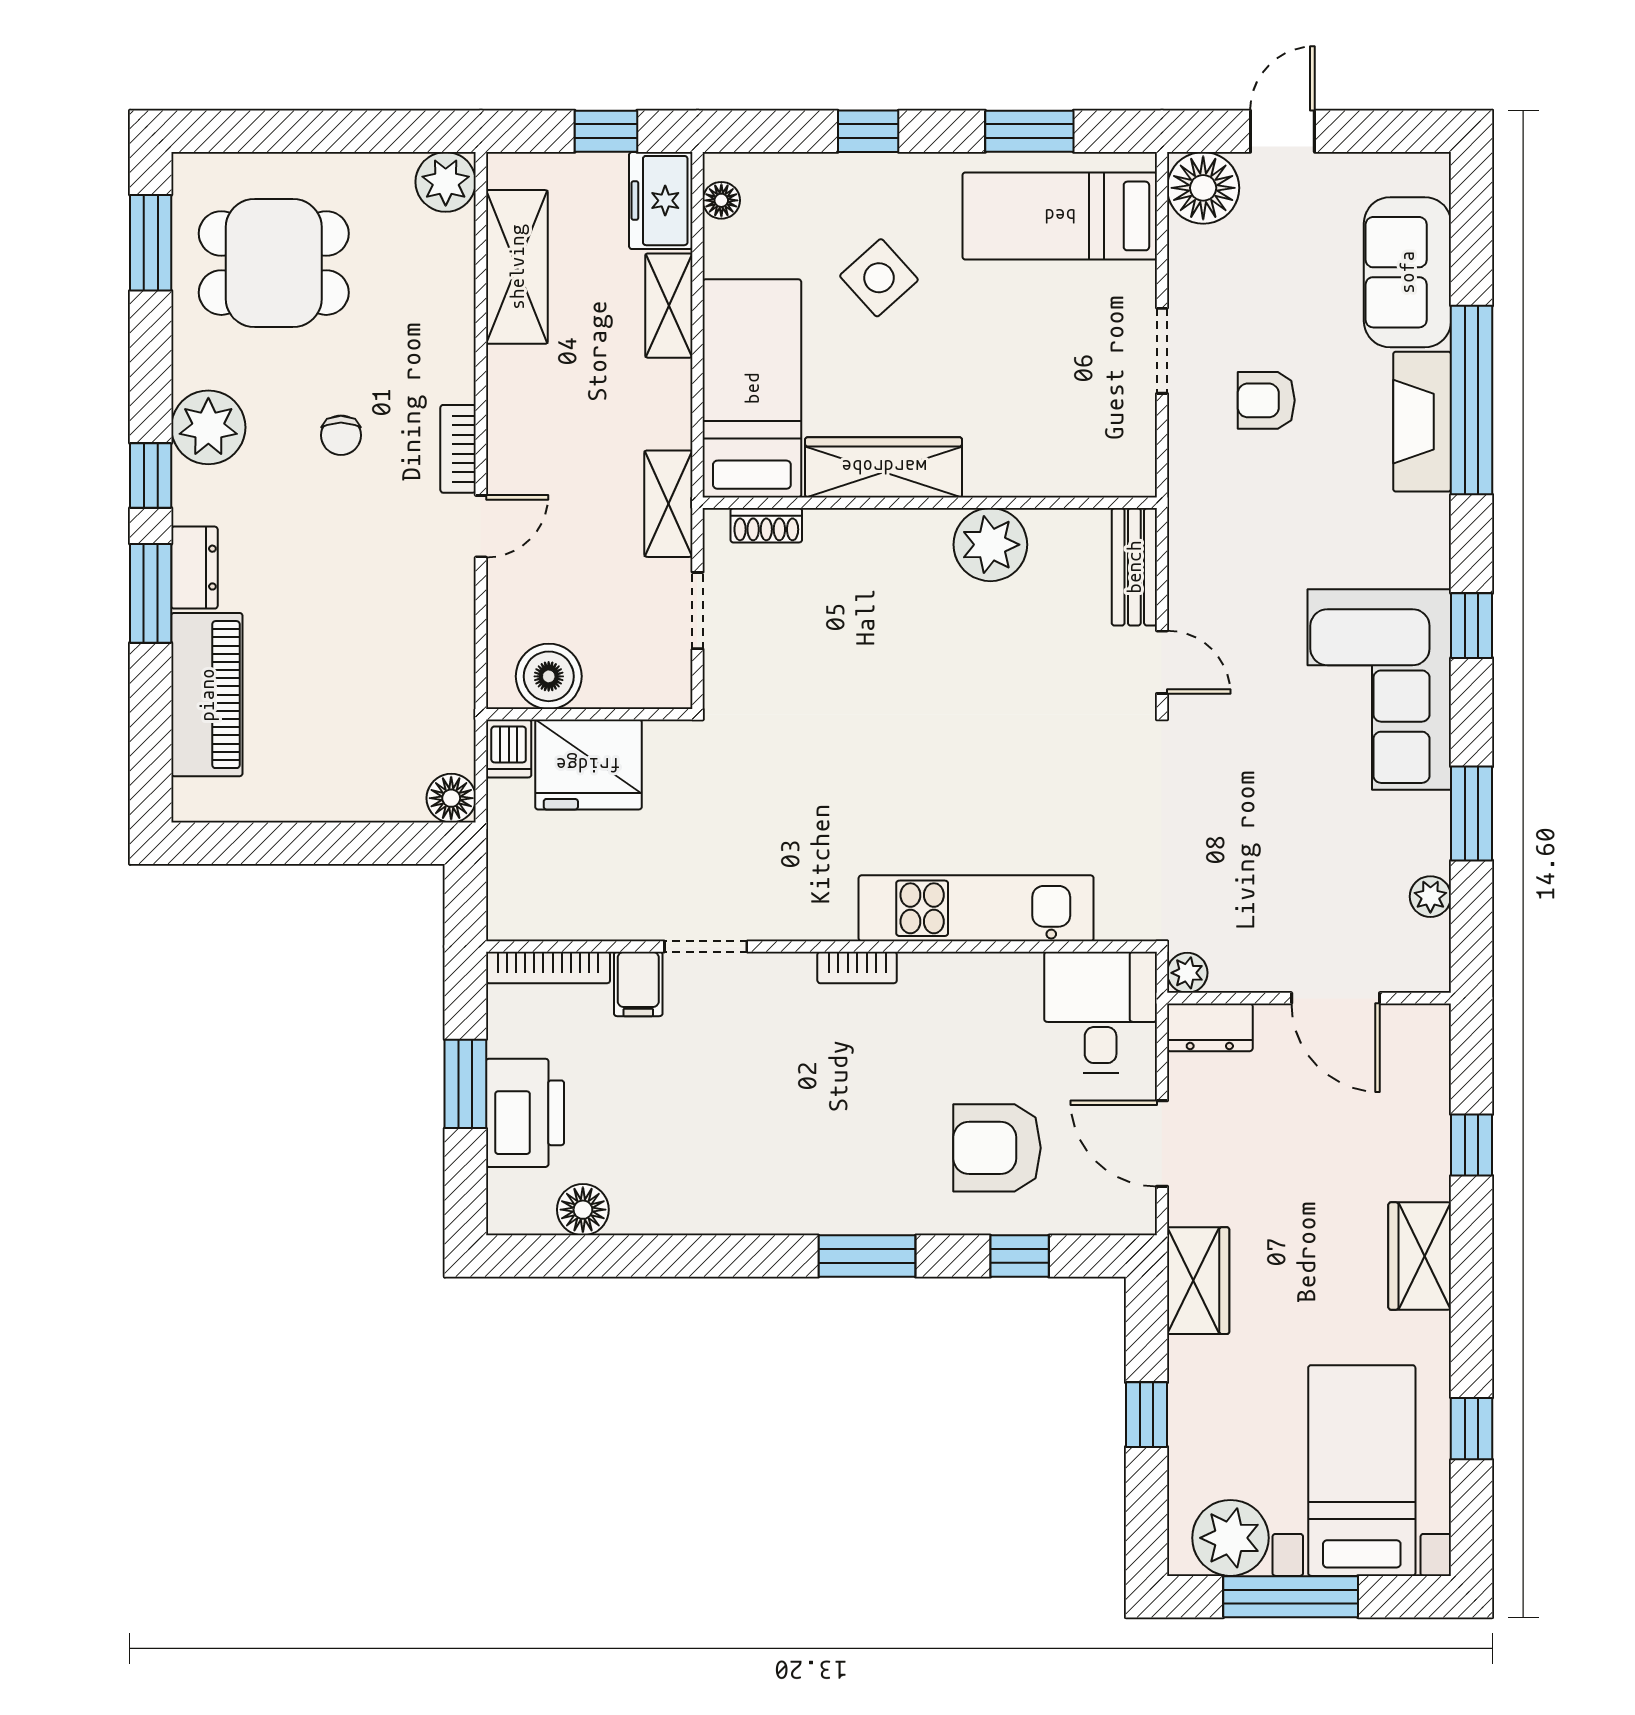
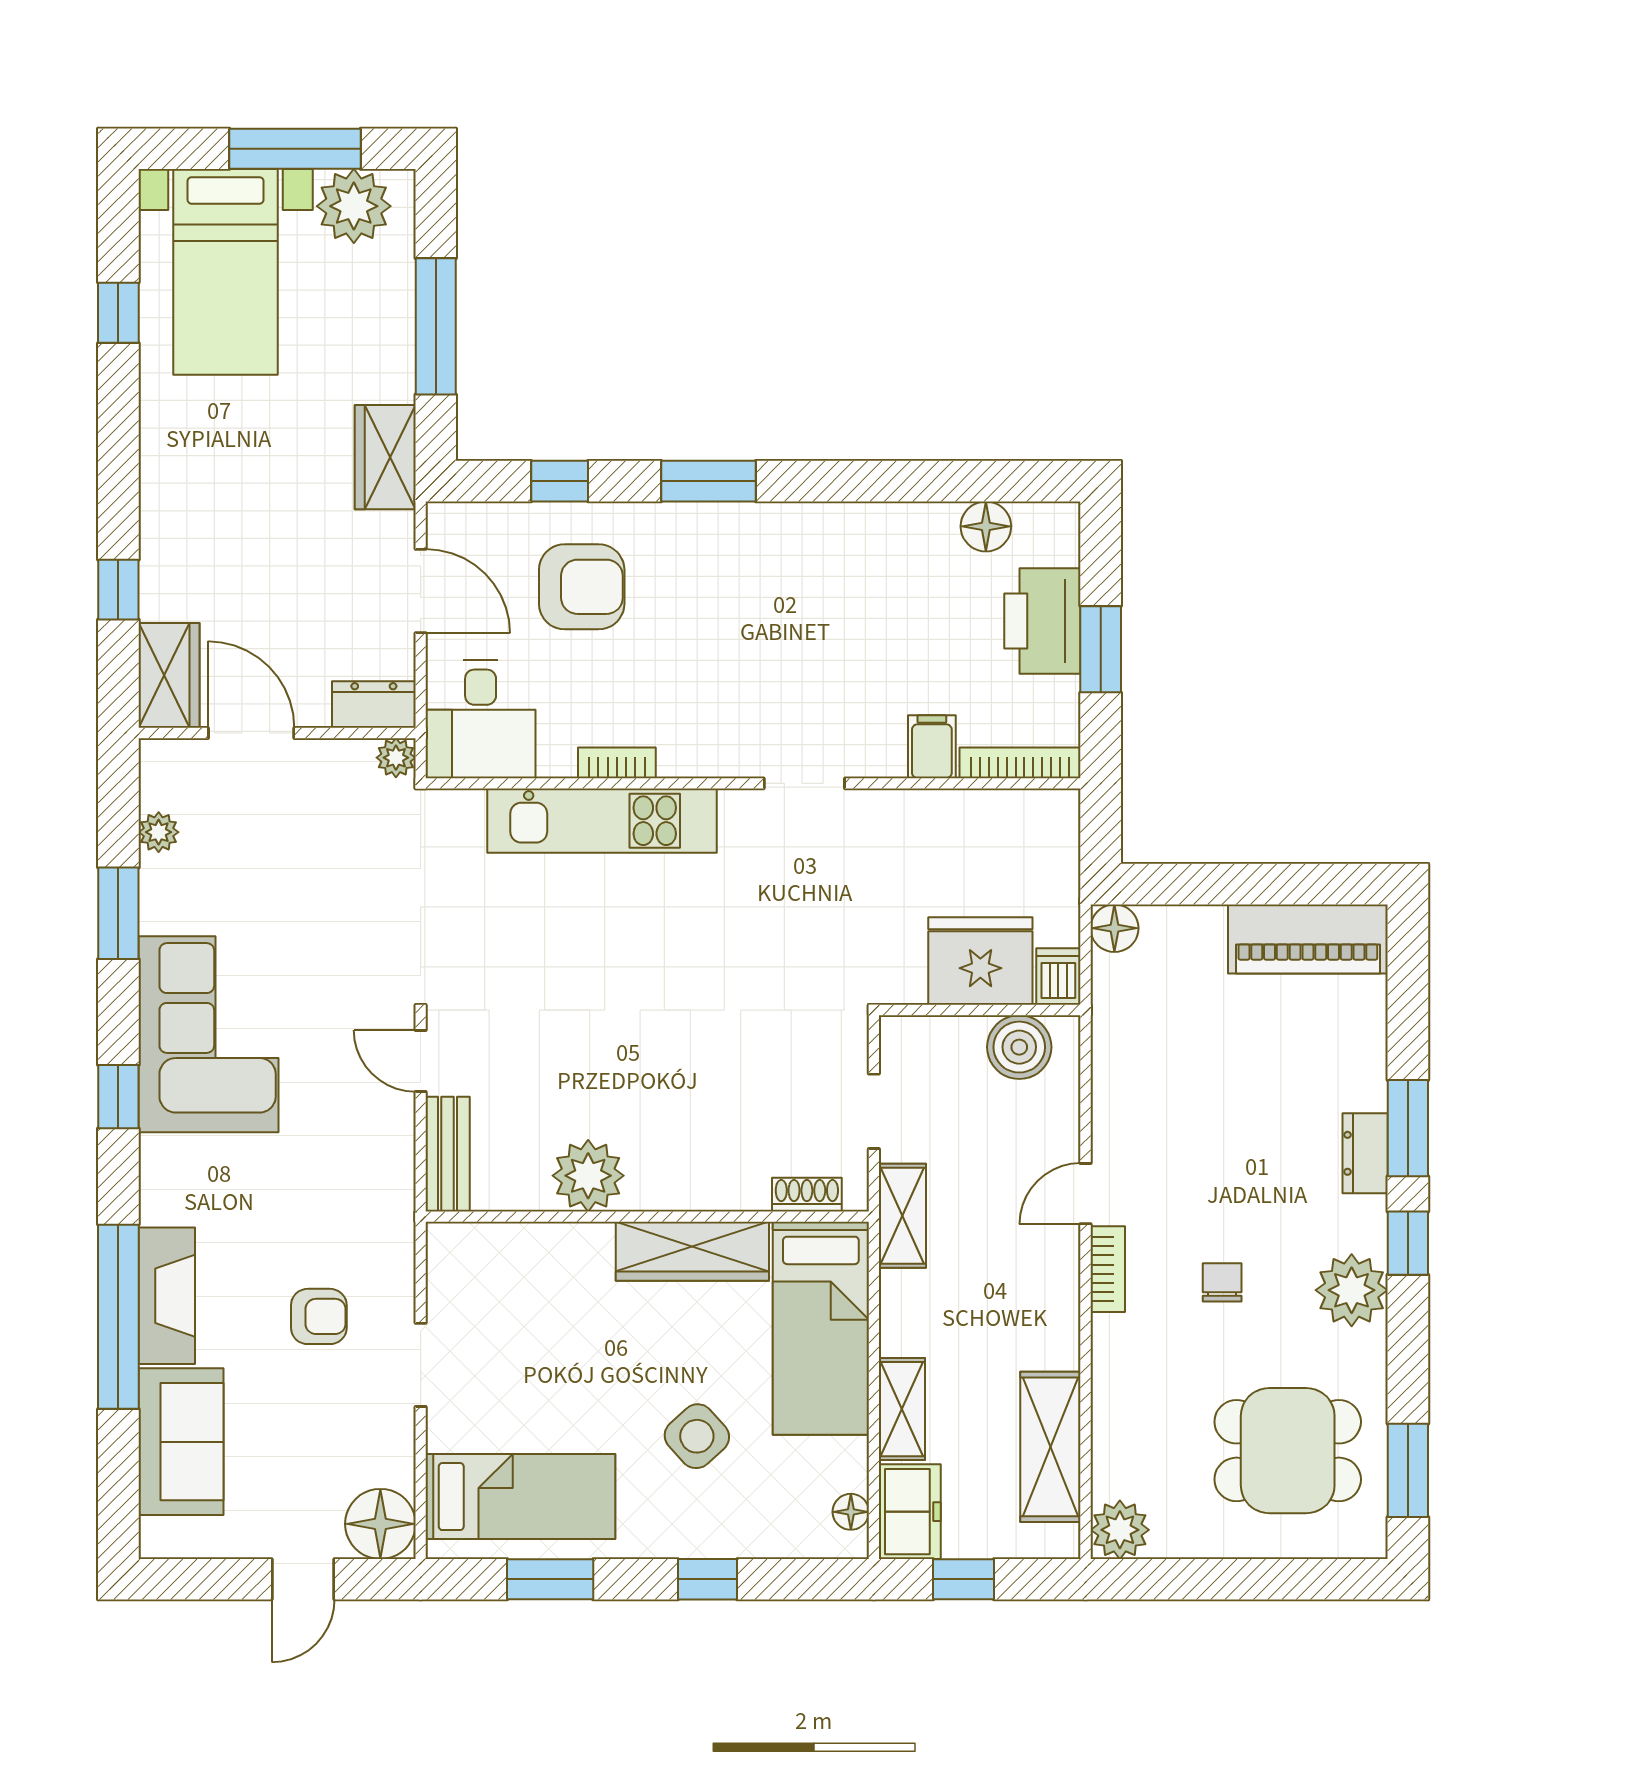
piano: (207, 695) -> (1308, 939), moved, turned -90
doorway: (706, 947) -> (804, 783), moved
bookcase: (857, 968) -> (617, 763), moved
wardrobe: (1420, 1256) -> (169, 675), moved
window: (1146, 1415) -> (436, 326), width x2.17

